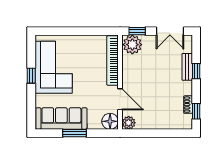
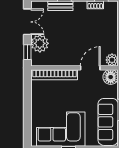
plant: (132, 45) -> (40, 43), moved

